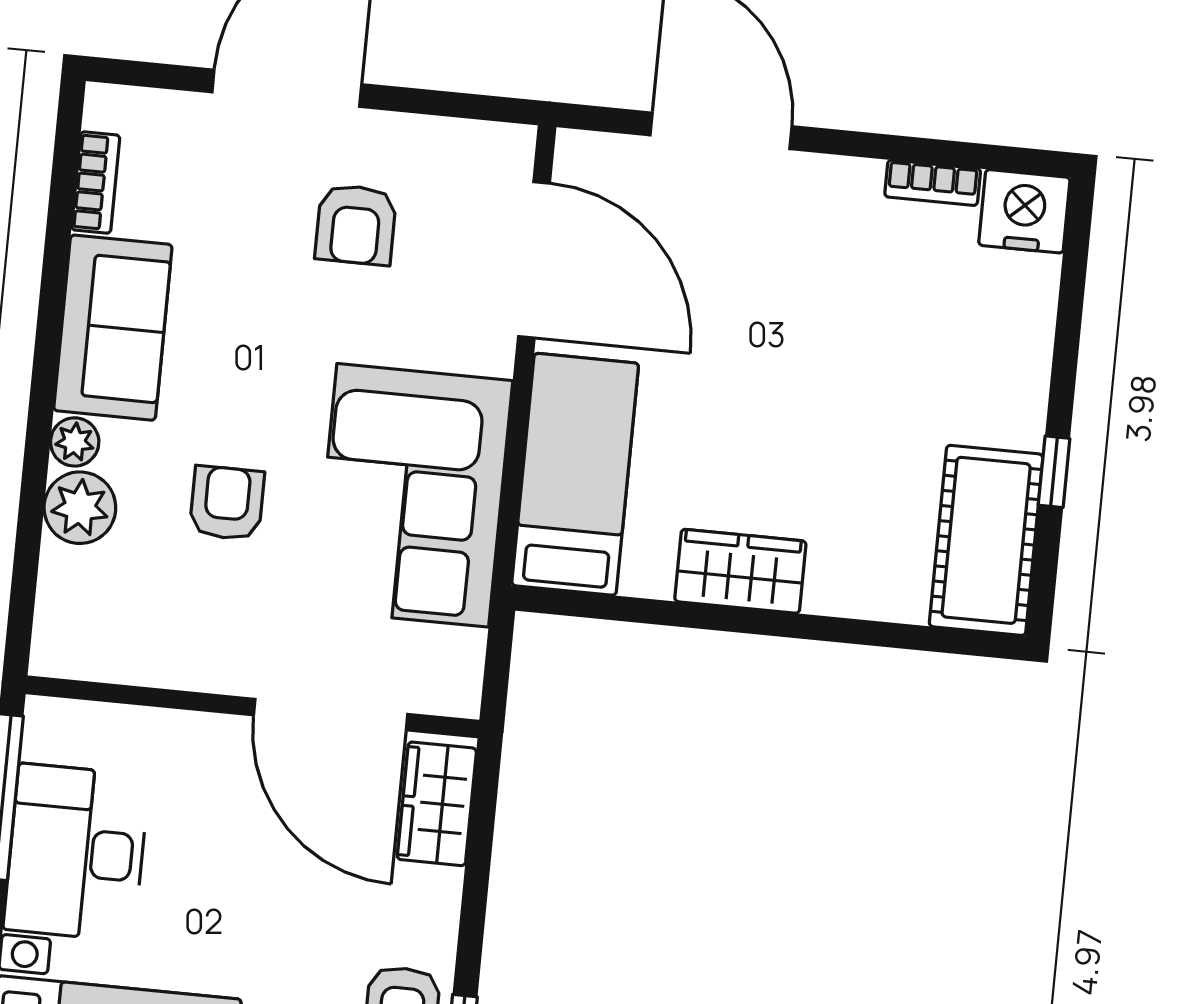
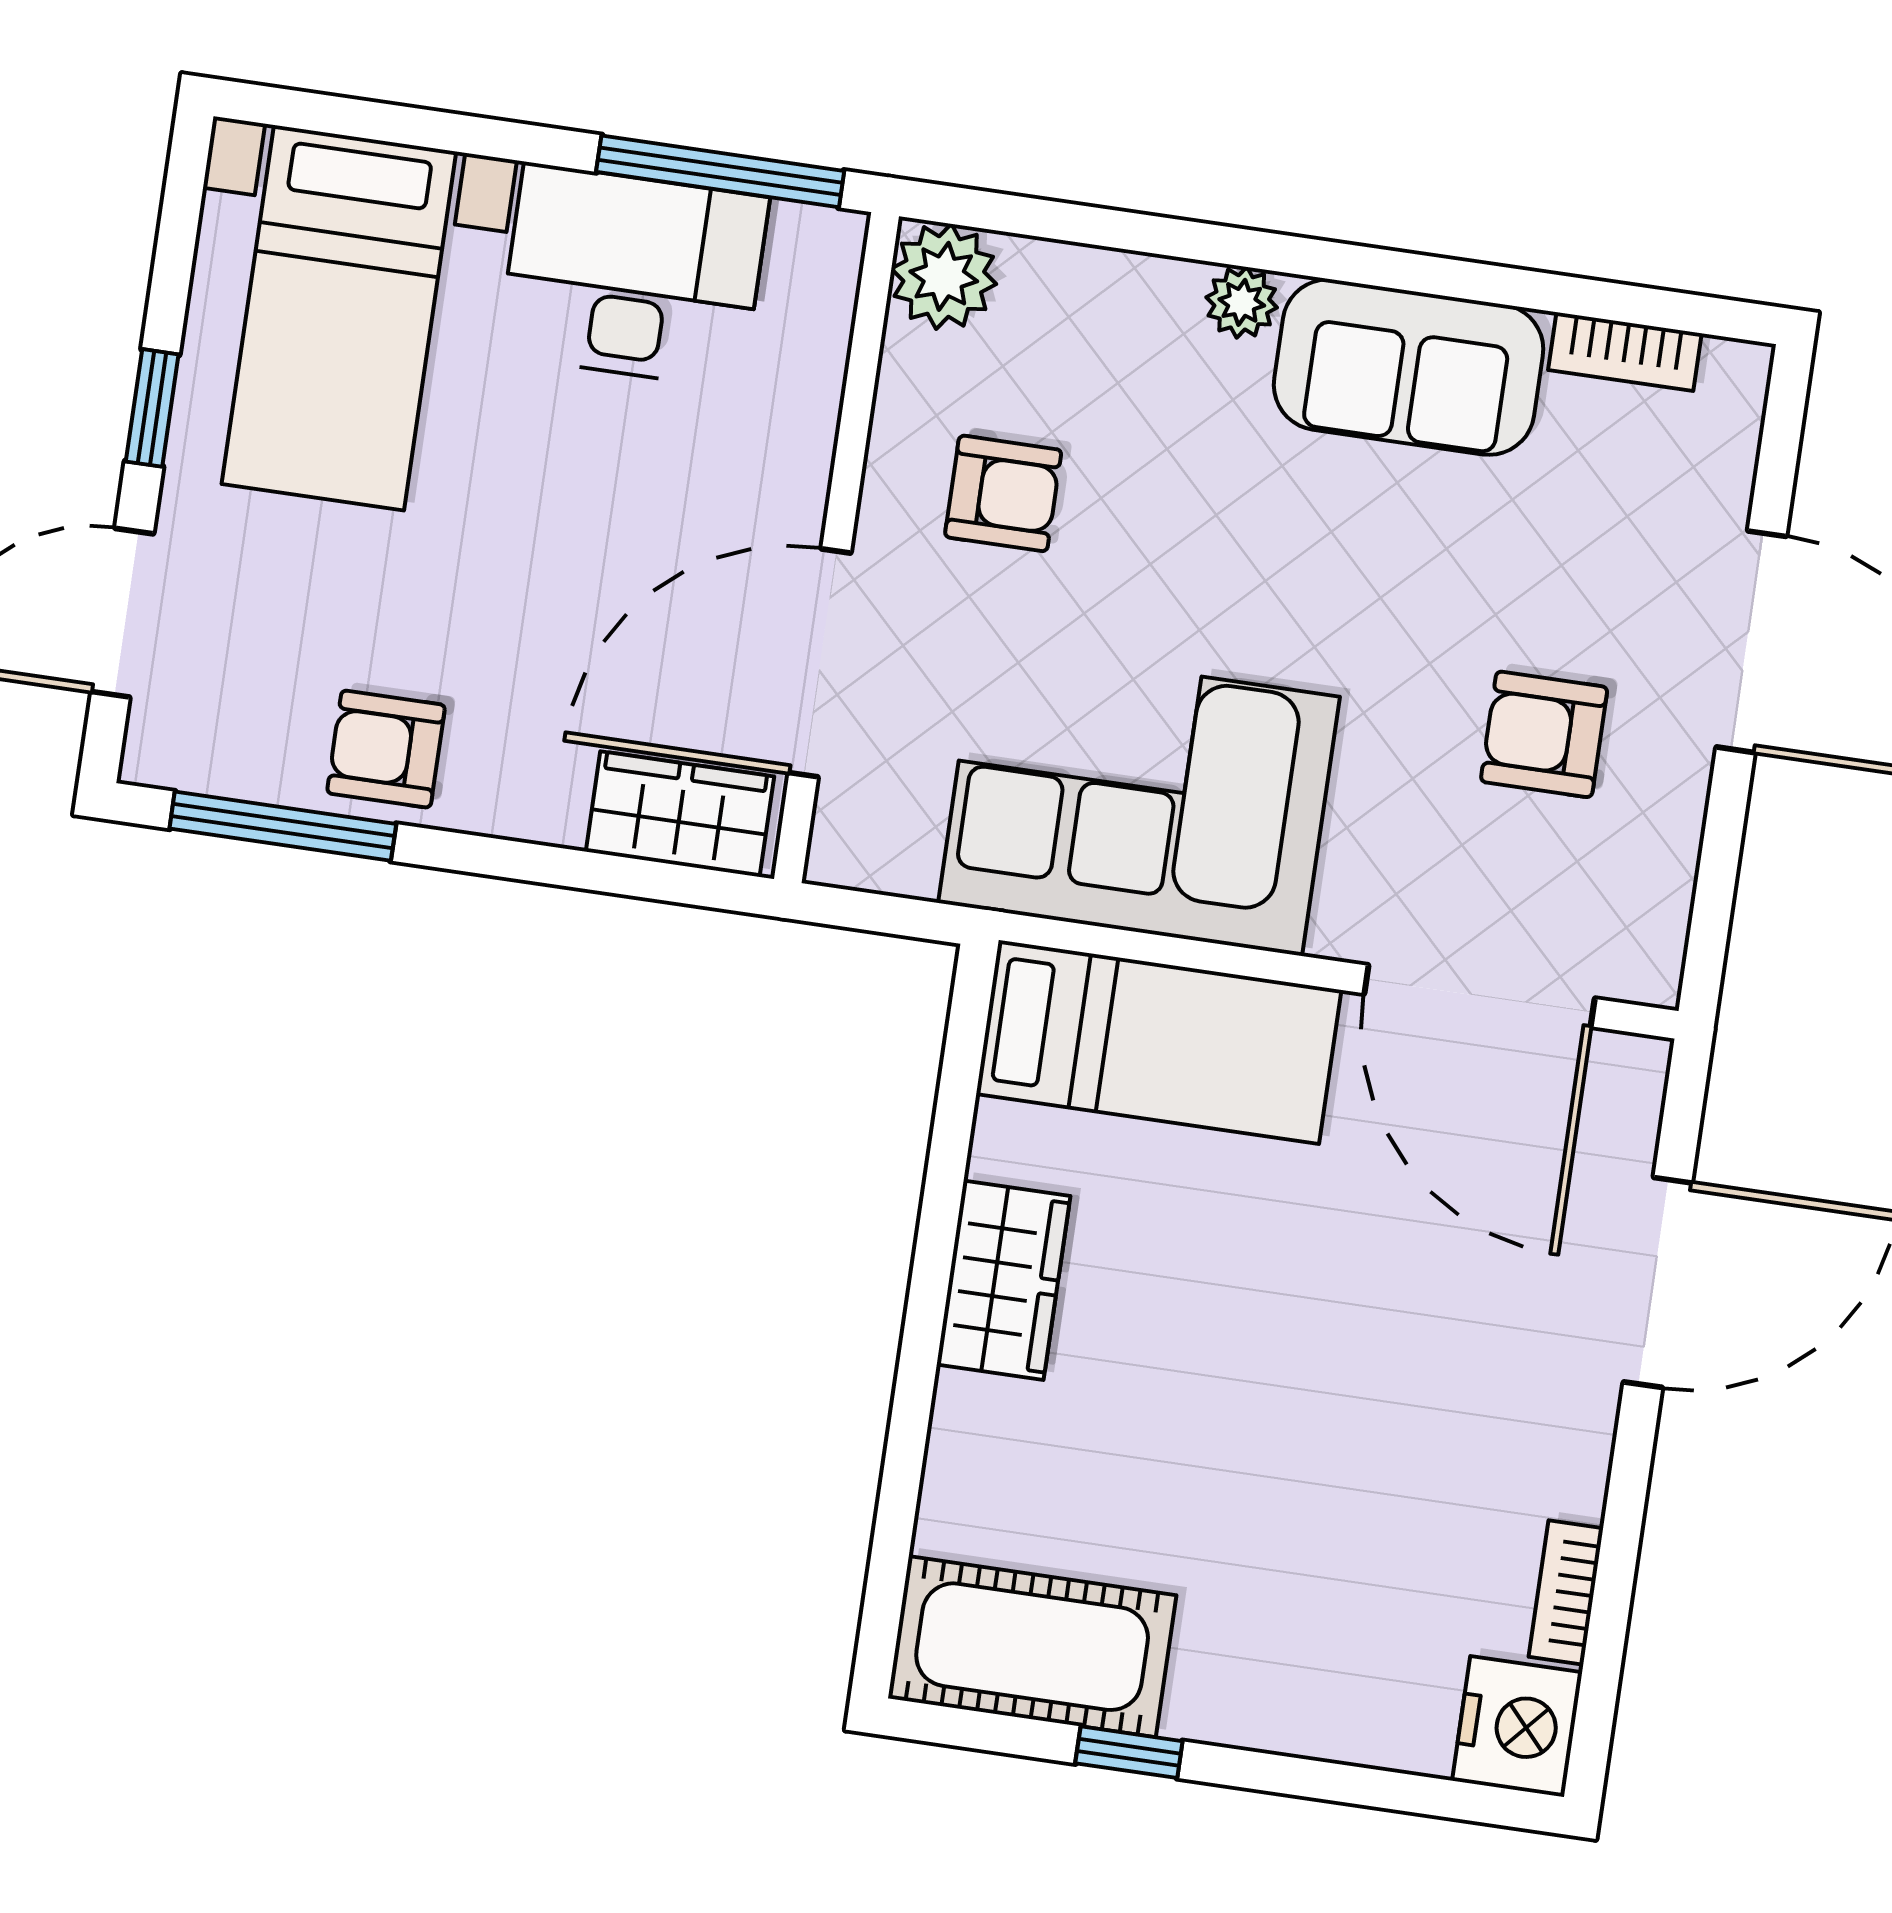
door: (534, 260) -> (1479, 996), hinge flipped
armchair: (227, 503) -> (1003, 493), moved
plant: (80, 508) -> (944, 276), moved

